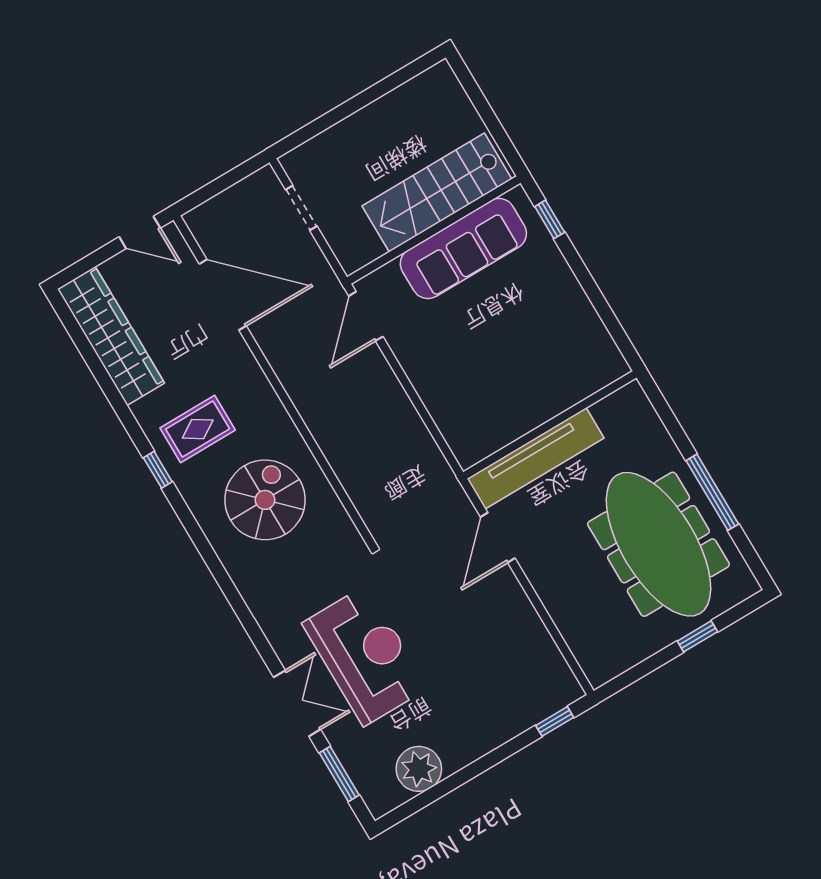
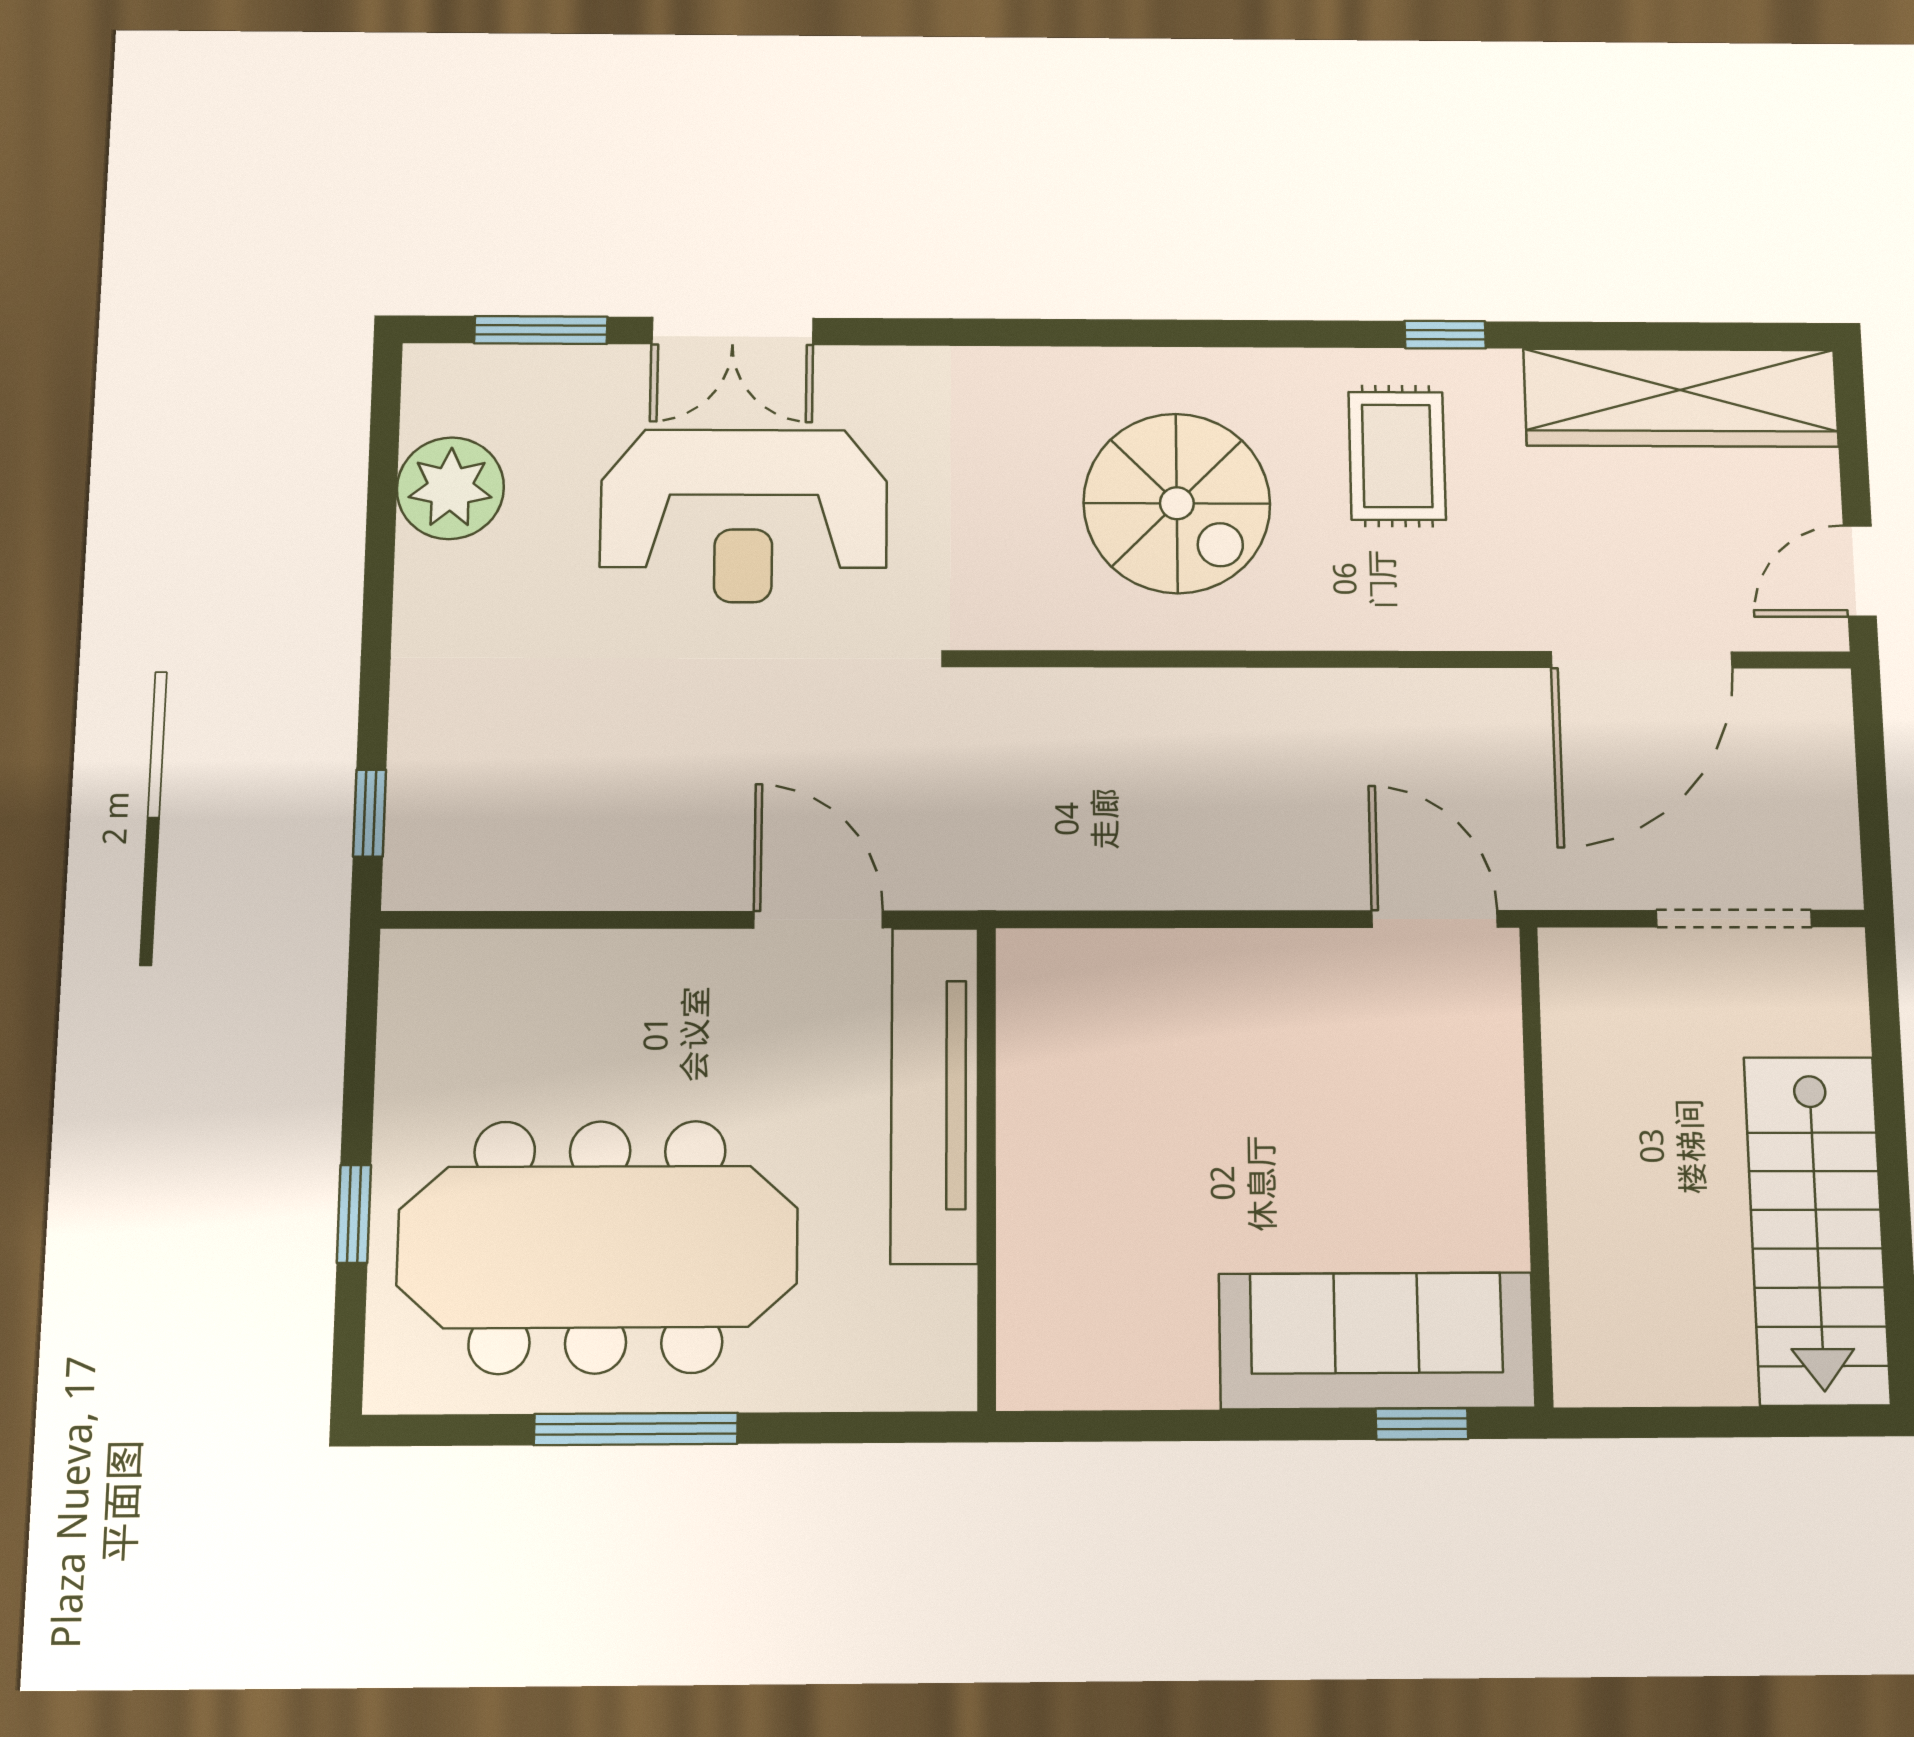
stairs: (437, 192) -> (1817, 1230), moved, turned 180
doorway: (301, 208) -> (1734, 919), width x1.38
sofa: (463, 248) -> (1377, 1341), moved, turned 90
window: (158, 470) -> (1445, 335), moved

